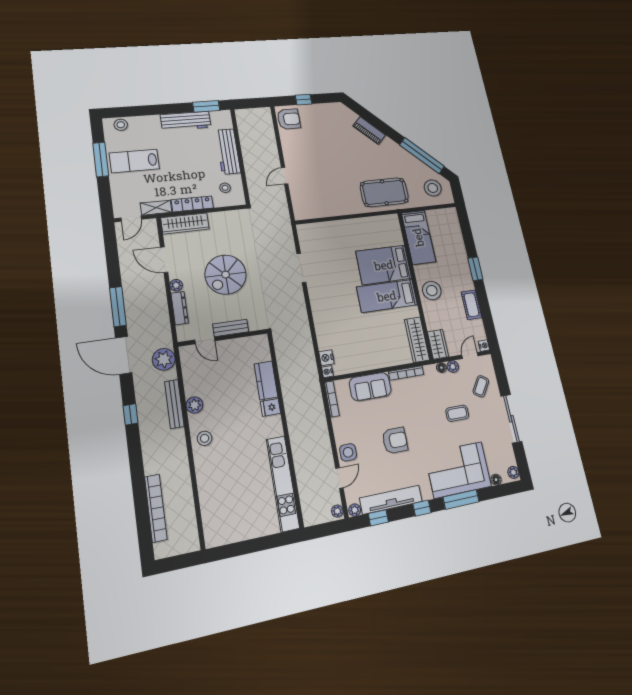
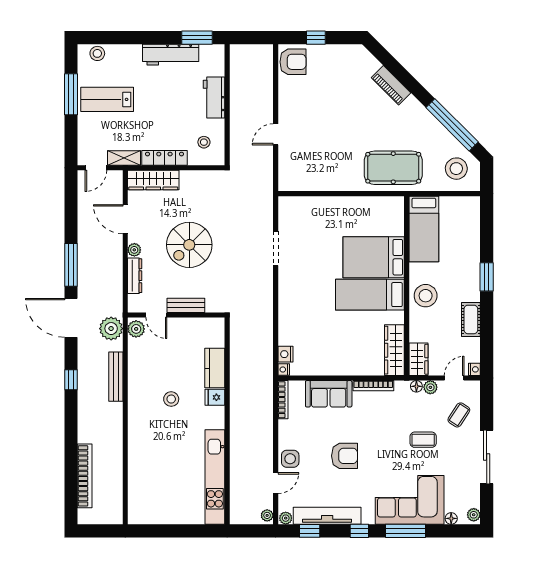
workbench: (228, 151) -> (214, 97), width x0.73
plant: (194, 405) -> (136, 329), moved
stool: (205, 438) -> (171, 399), moved

